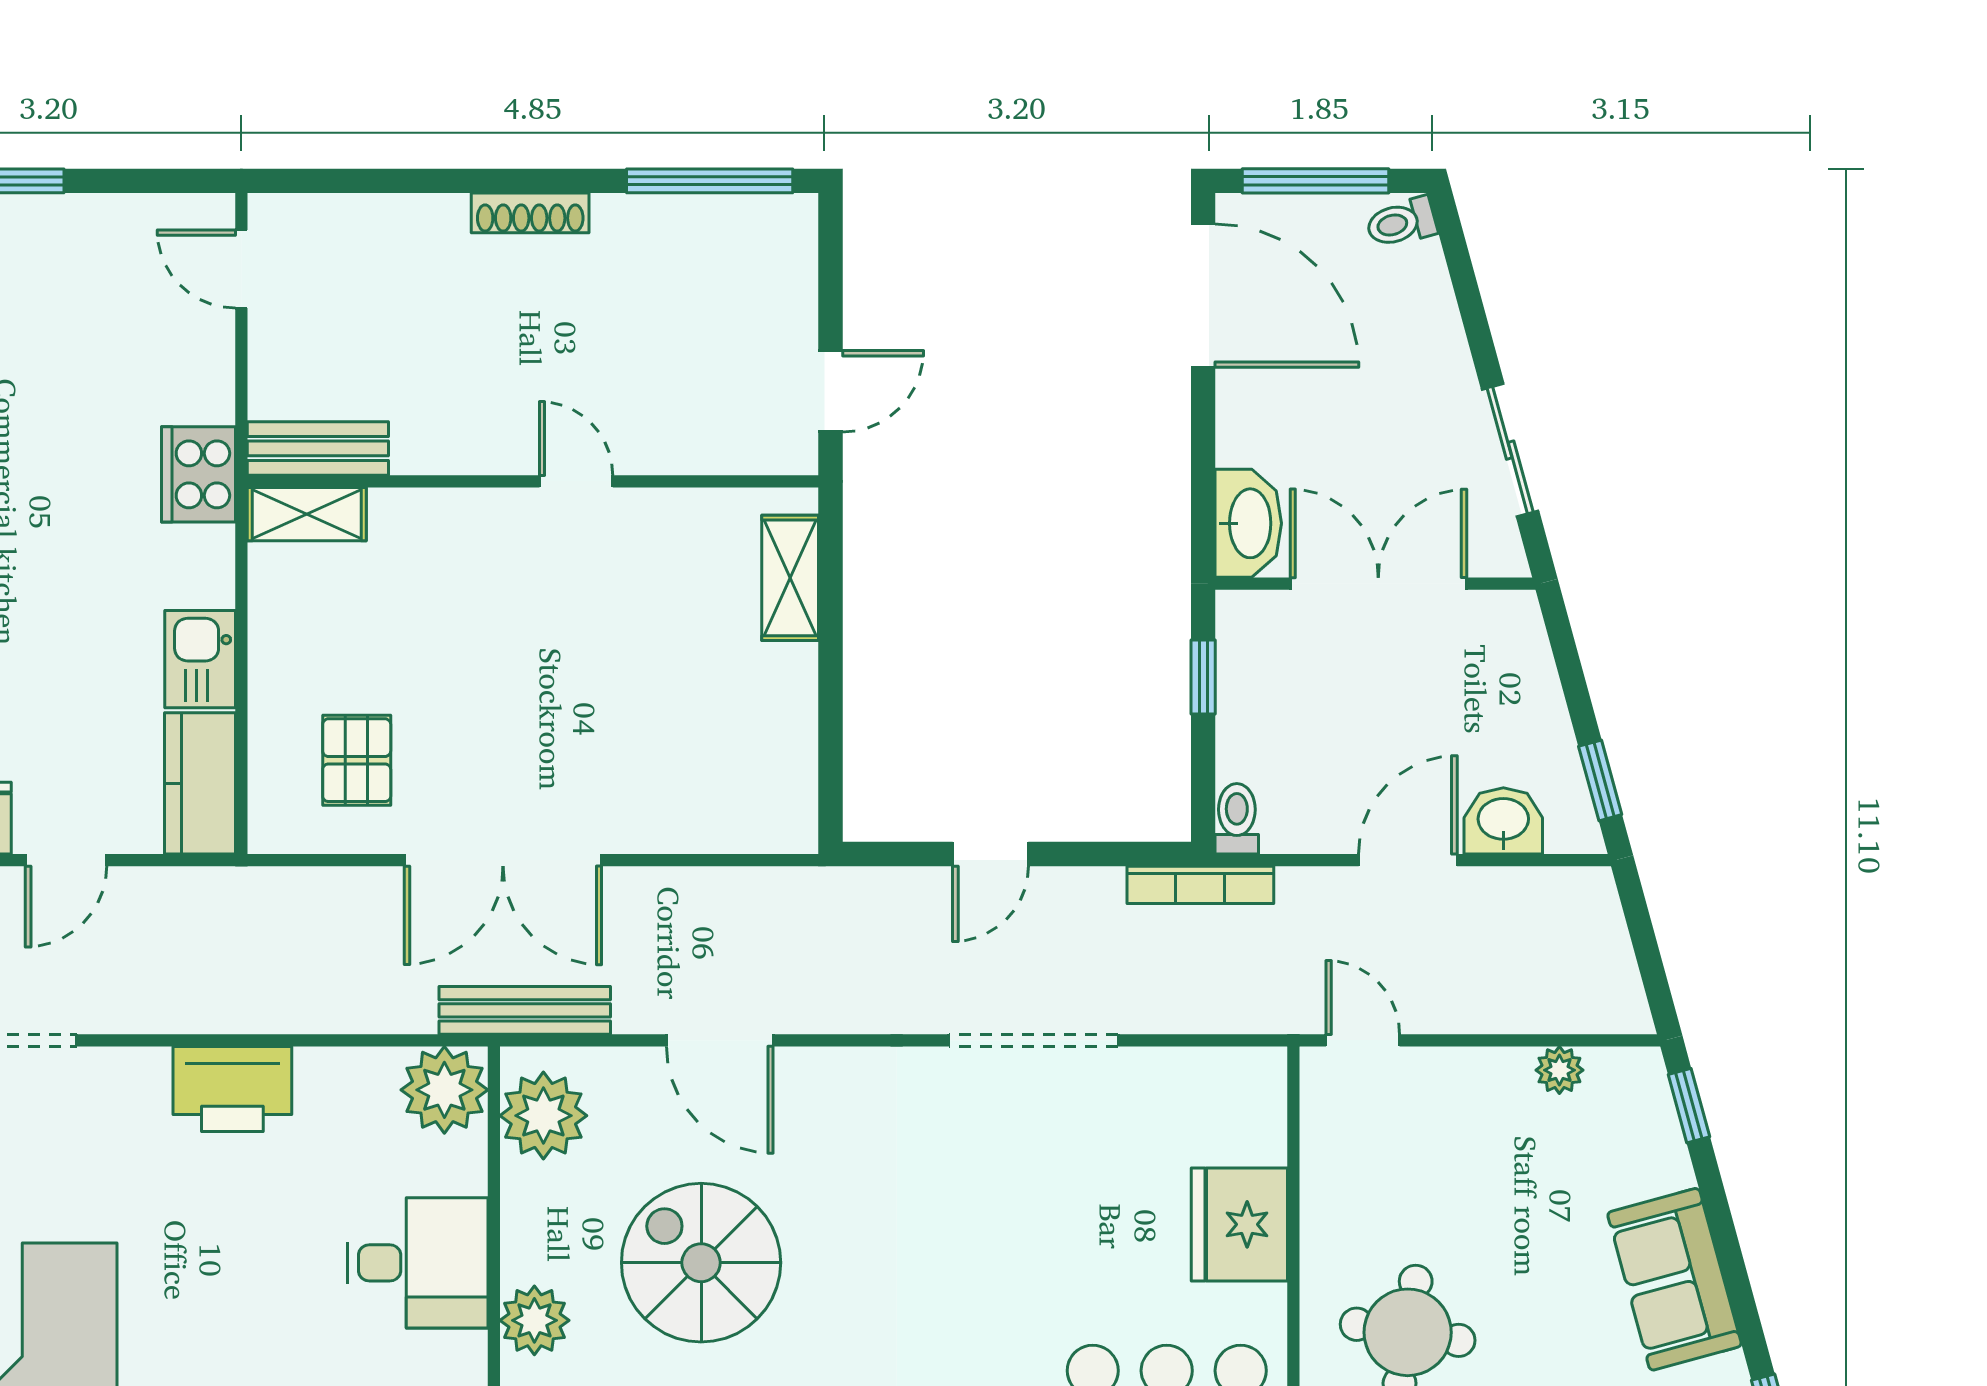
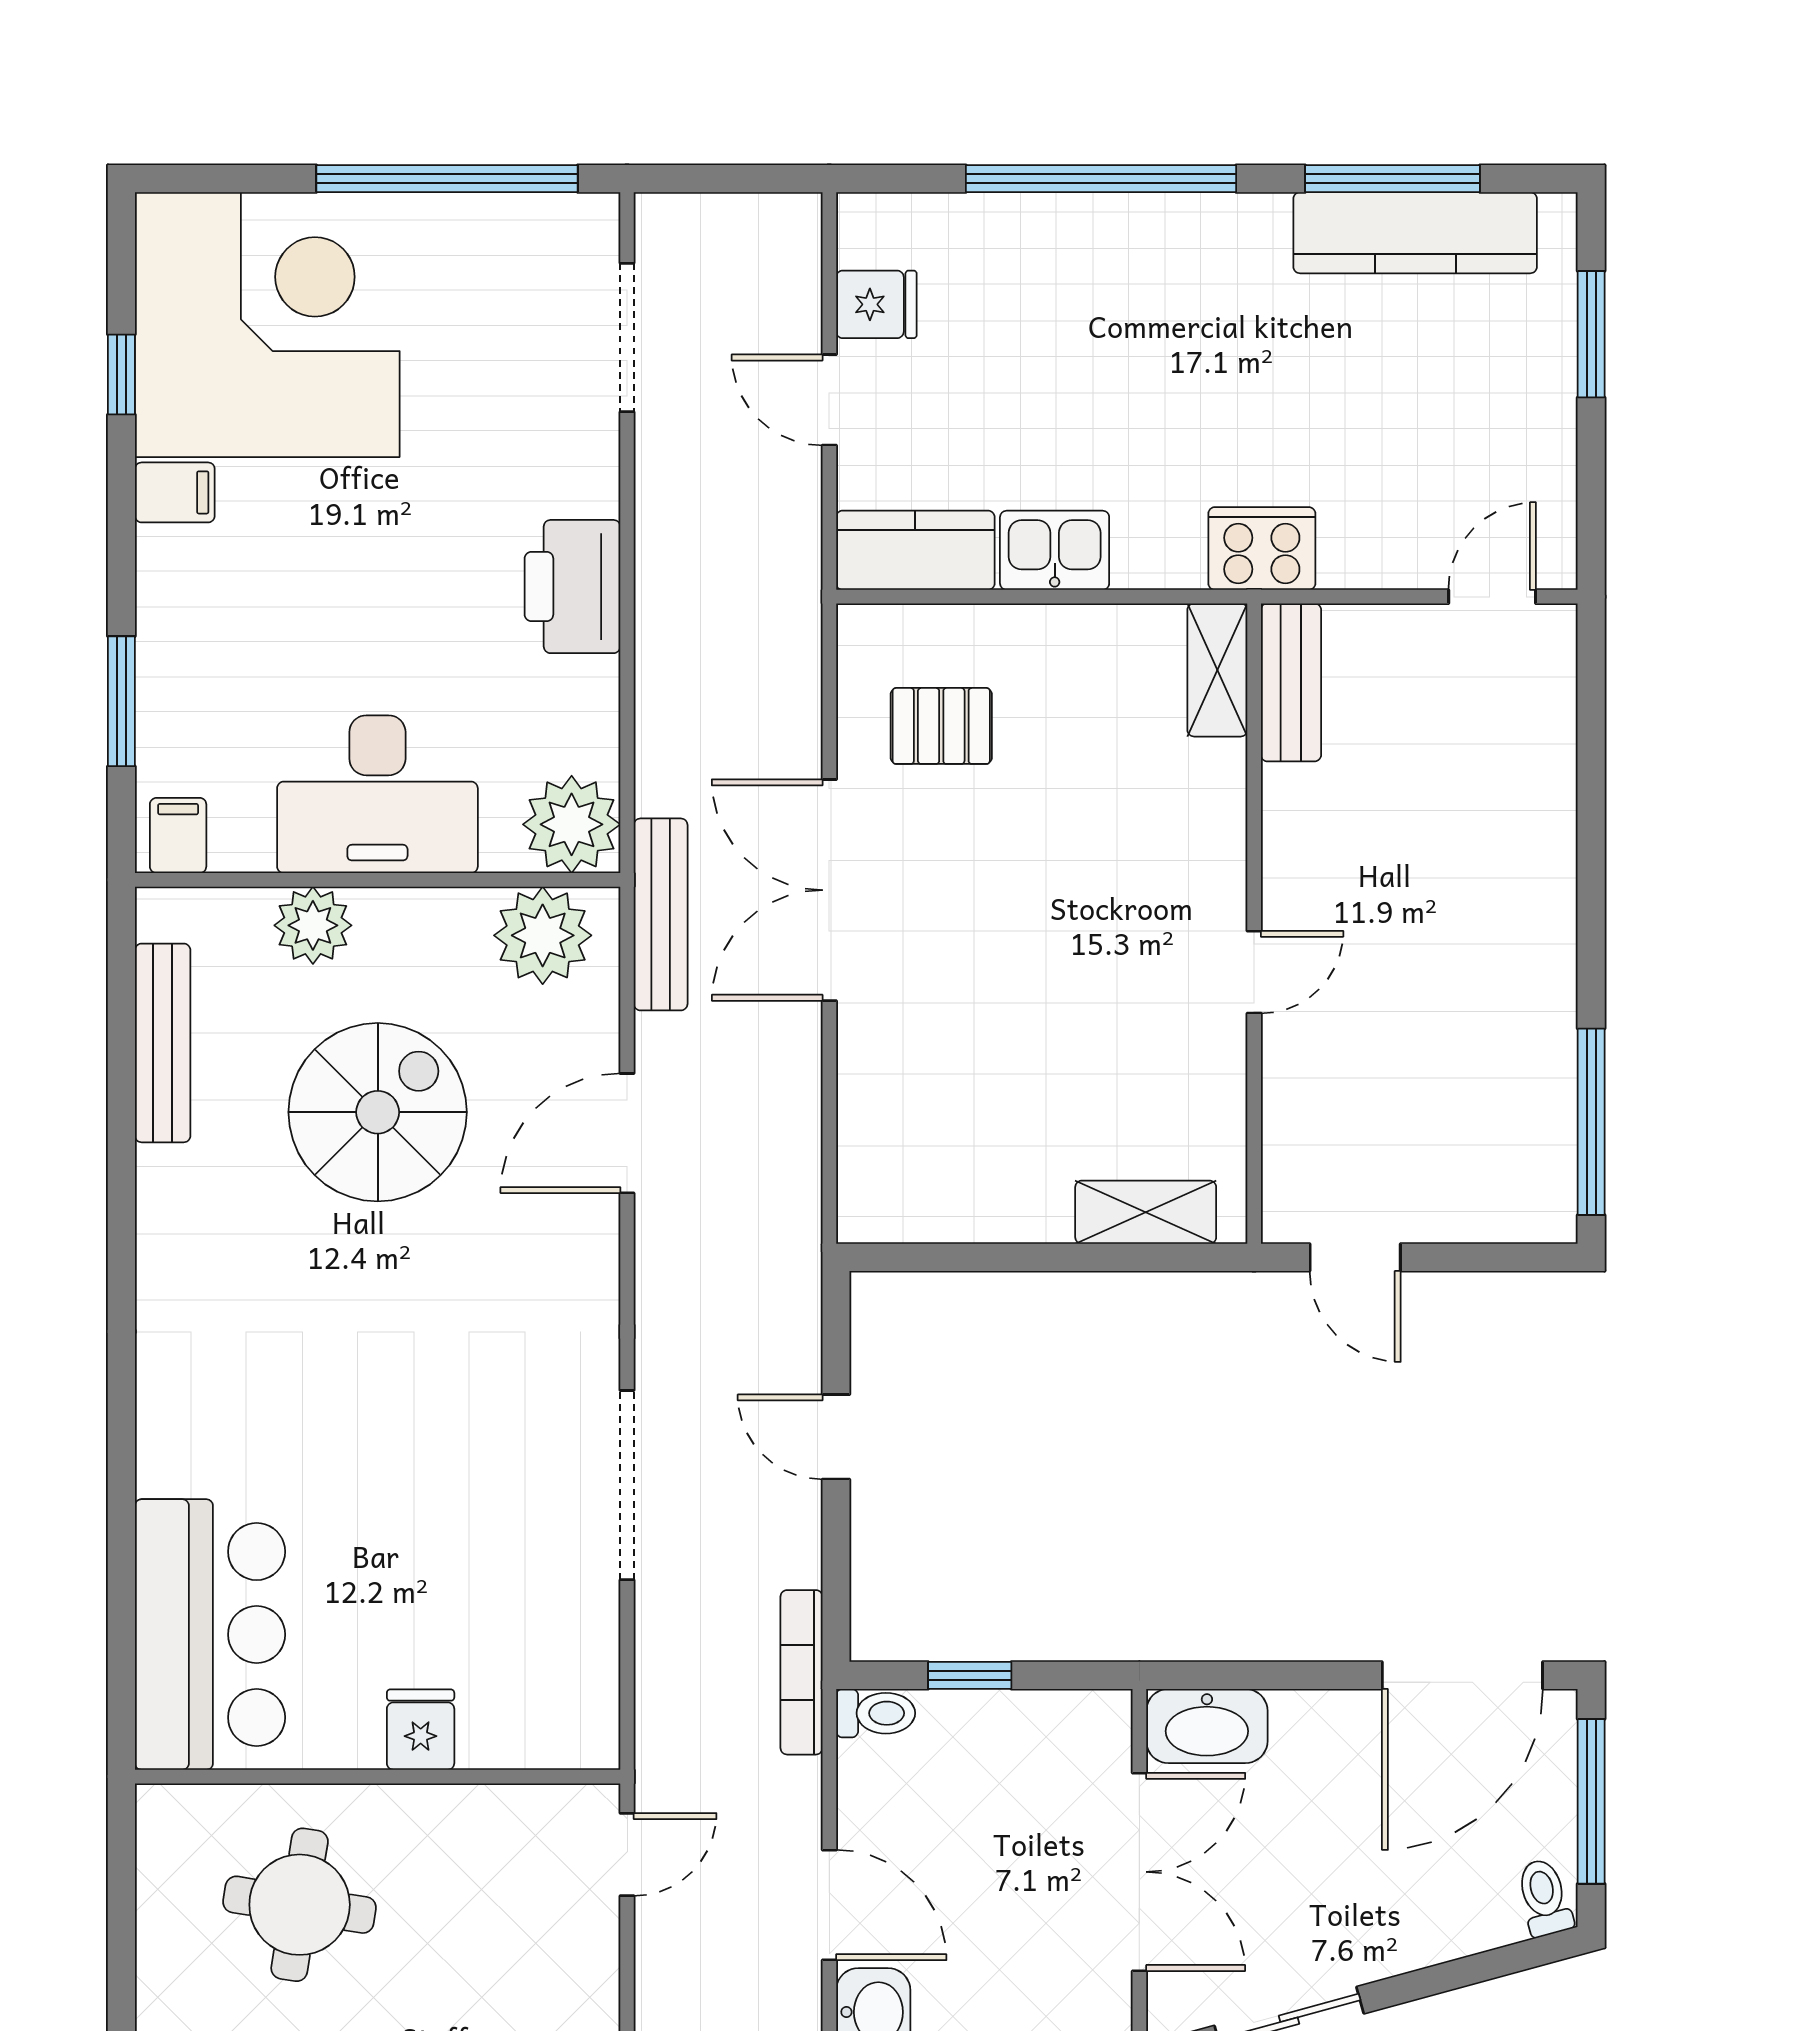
shoe rack: (530, 213) -> (1555, 921), removed
window: (1203, 677) -> (970, 1675), moved
fridge: (1239, 1224) -> (421, 1730), width x0.53, depth x0.75
desk: (418, 1263) -> (377, 794), width x1.37

